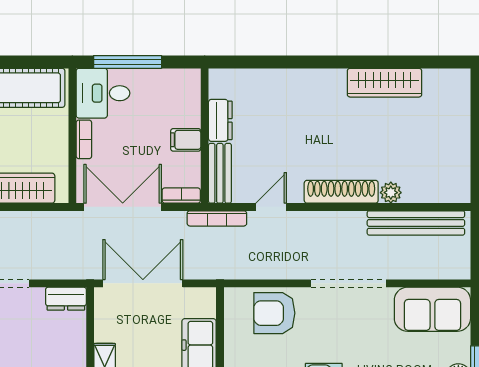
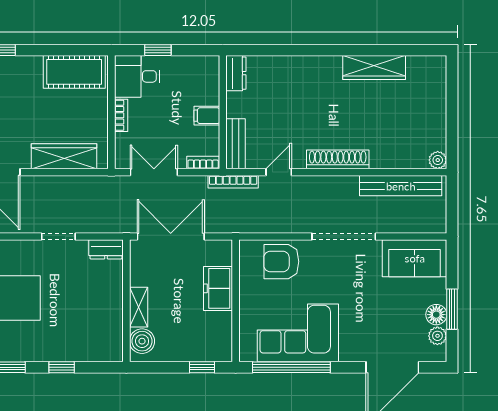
window: (128, 62) -> (158, 50), width x0.46
dresser: (220, 120) -> (236, 73), moved
plant: (391, 193) -> (438, 160), moved
double door: (123, 207) -> (154, 172), width x0.73

